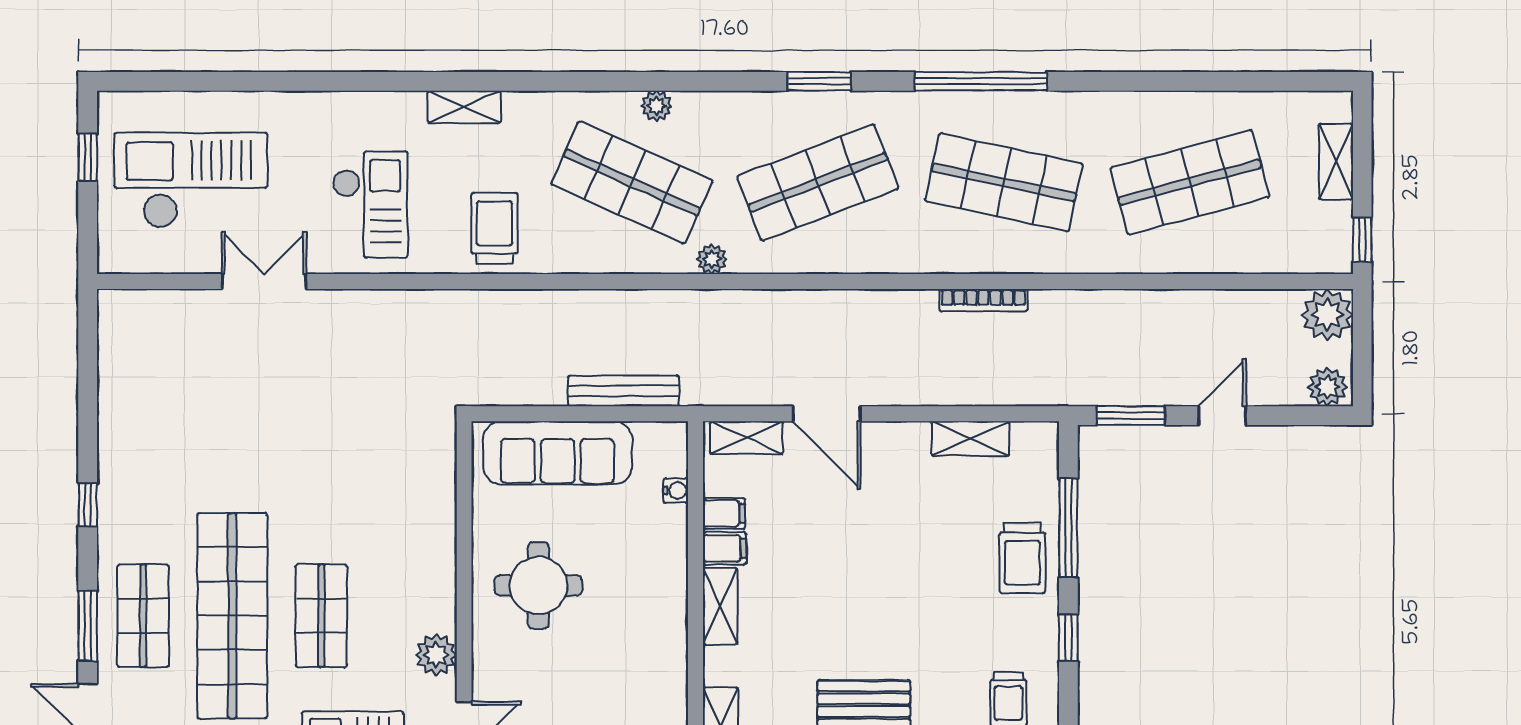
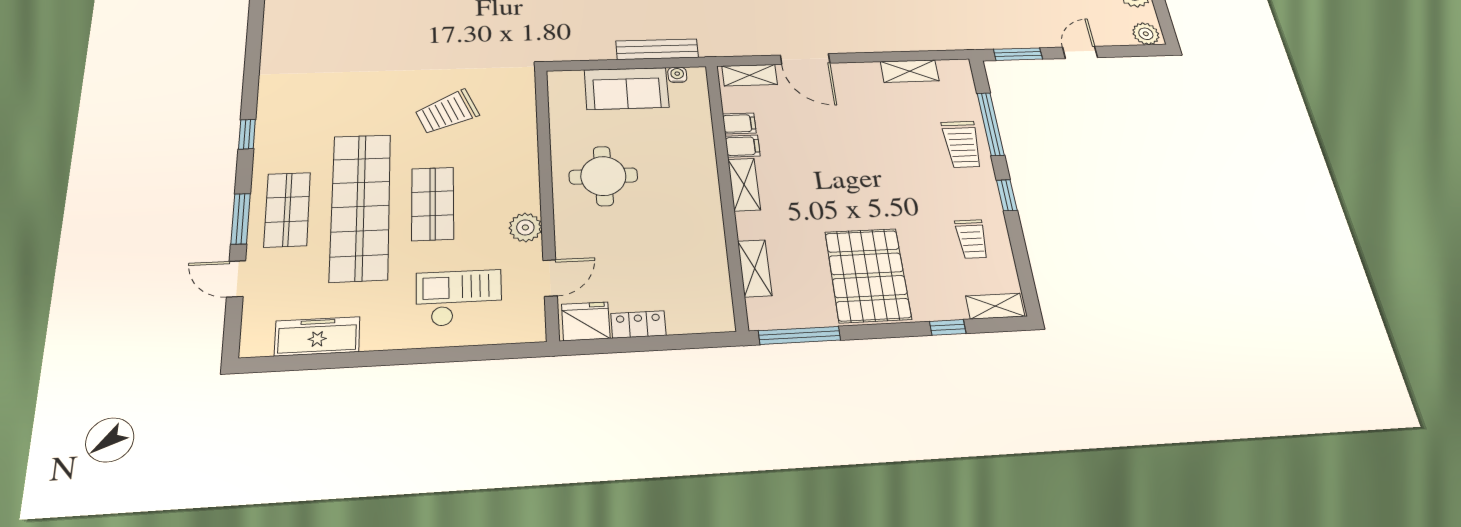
sofa: (558, 453) -> (627, 88), width x0.73
trolley: (340, 481) -> (447, 112), added
water cooler: (676, 491) -> (677, 75), moved, turned -90

